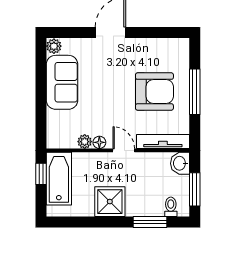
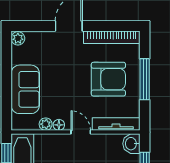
bookcase: (158, 45) -> (112, 37), added
sofa: (62, 82) -> (25, 89), moved

